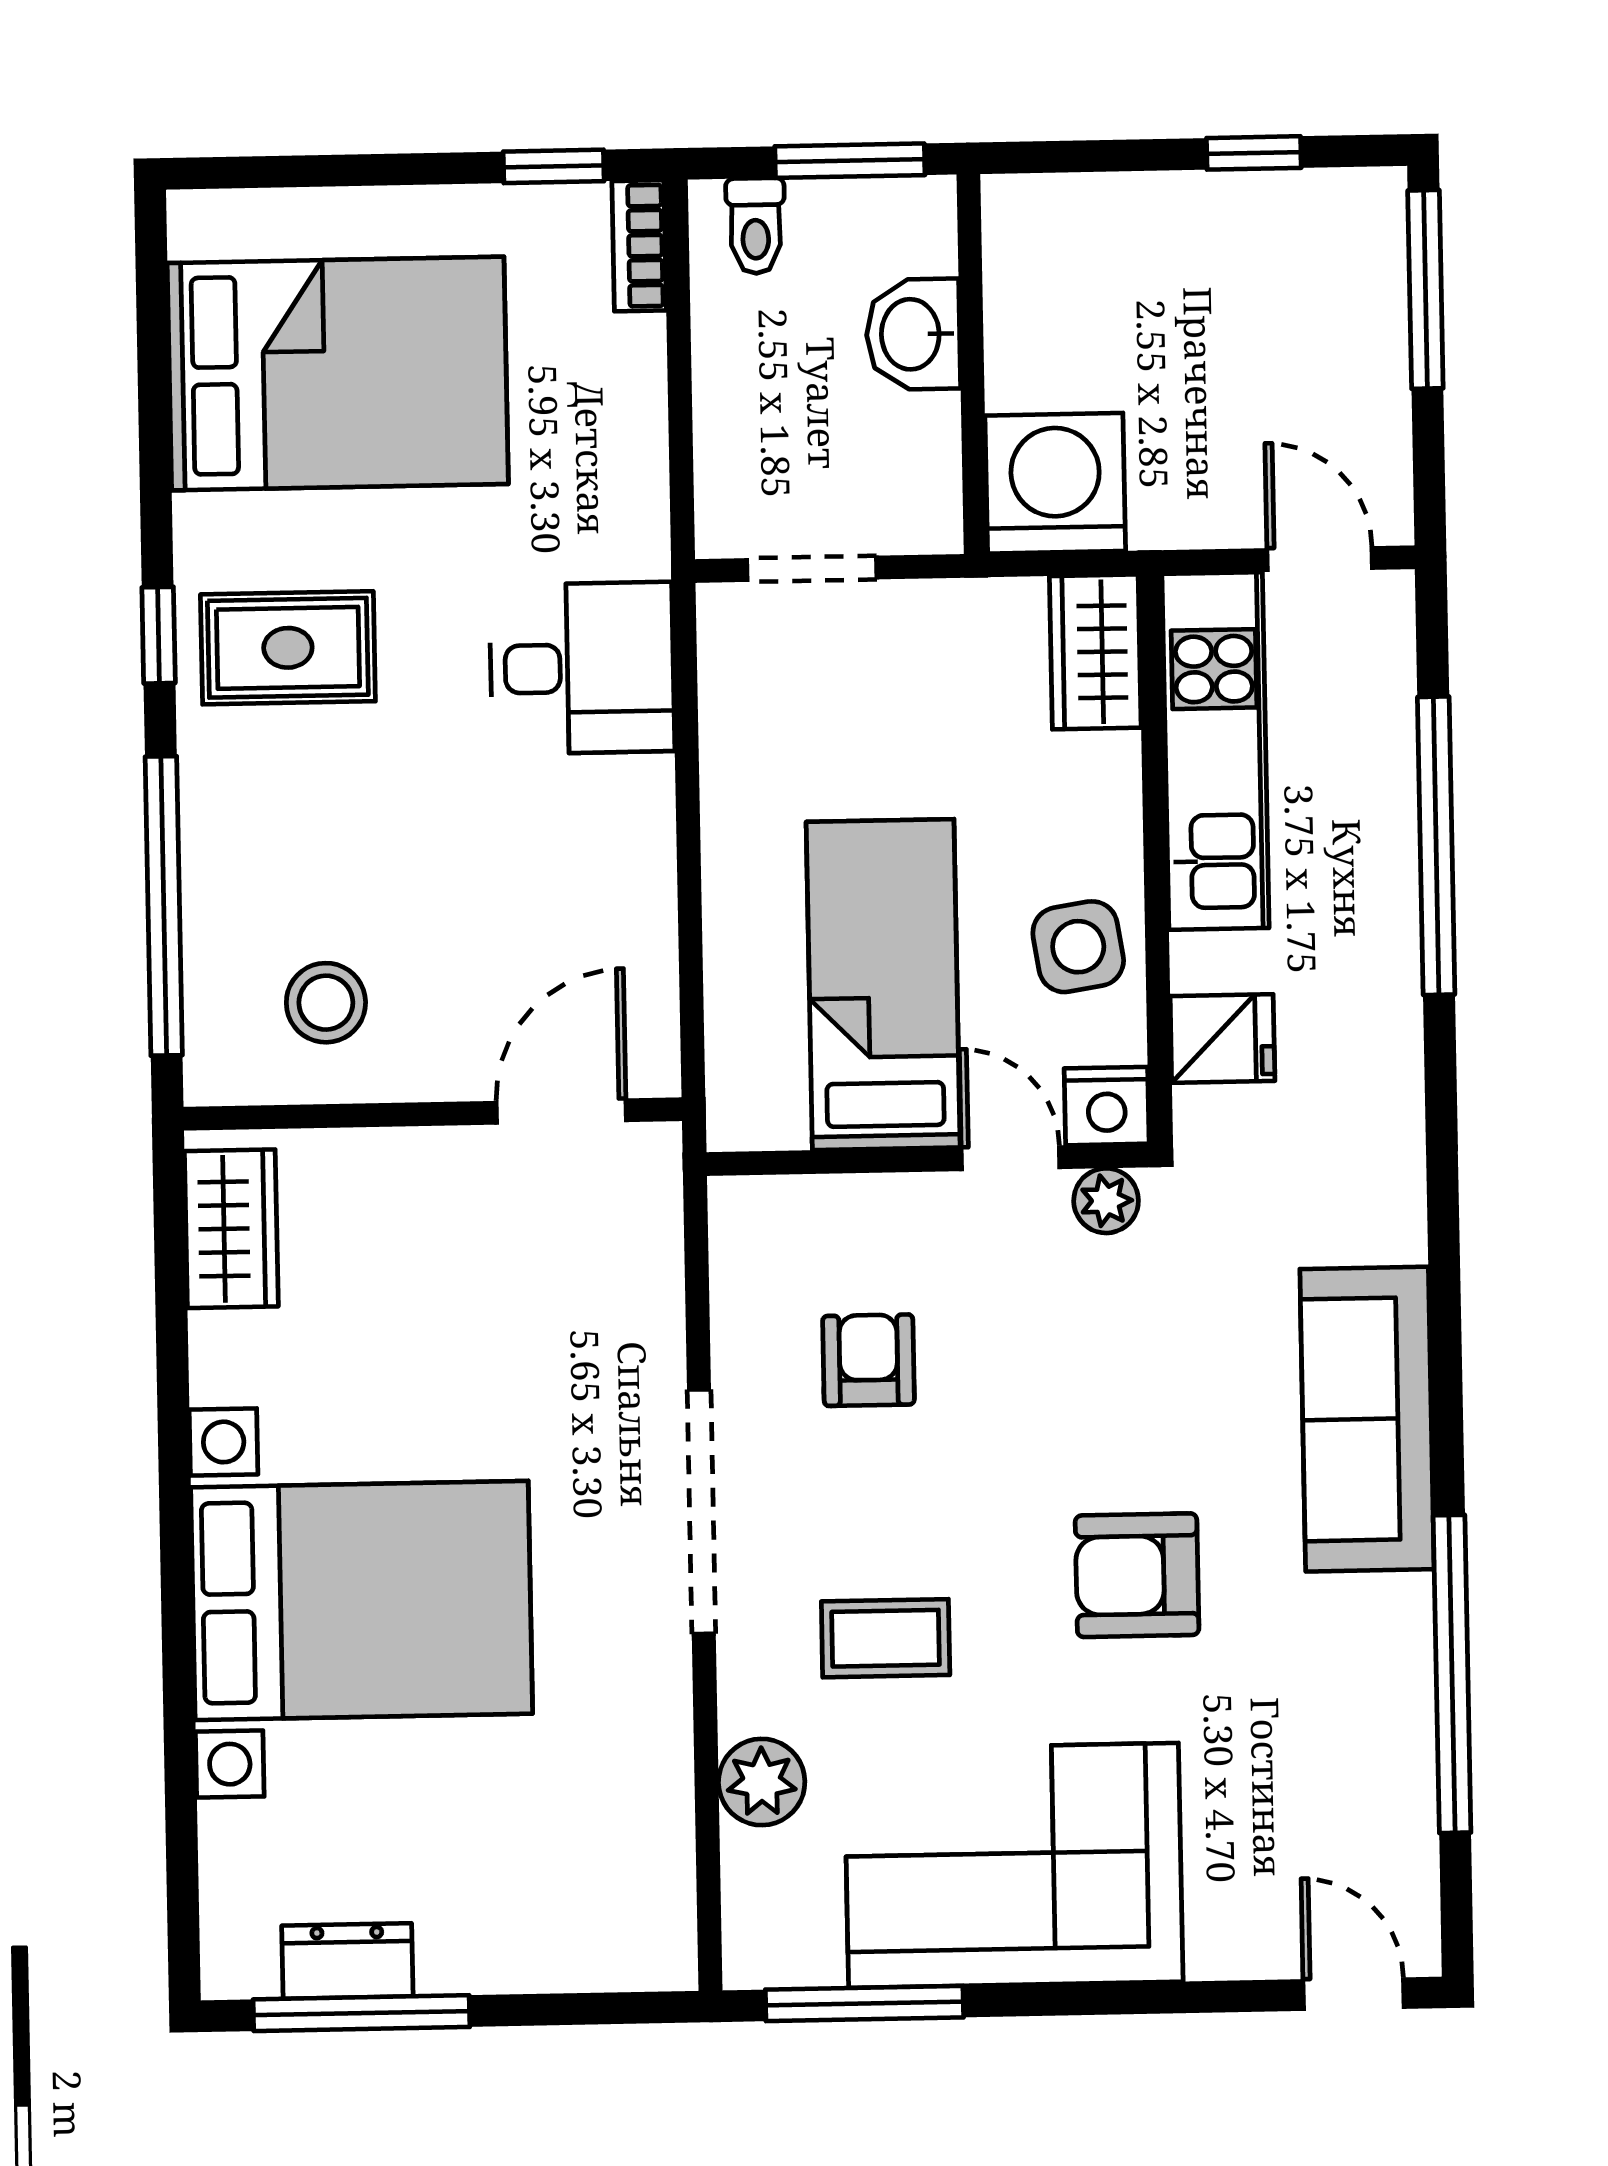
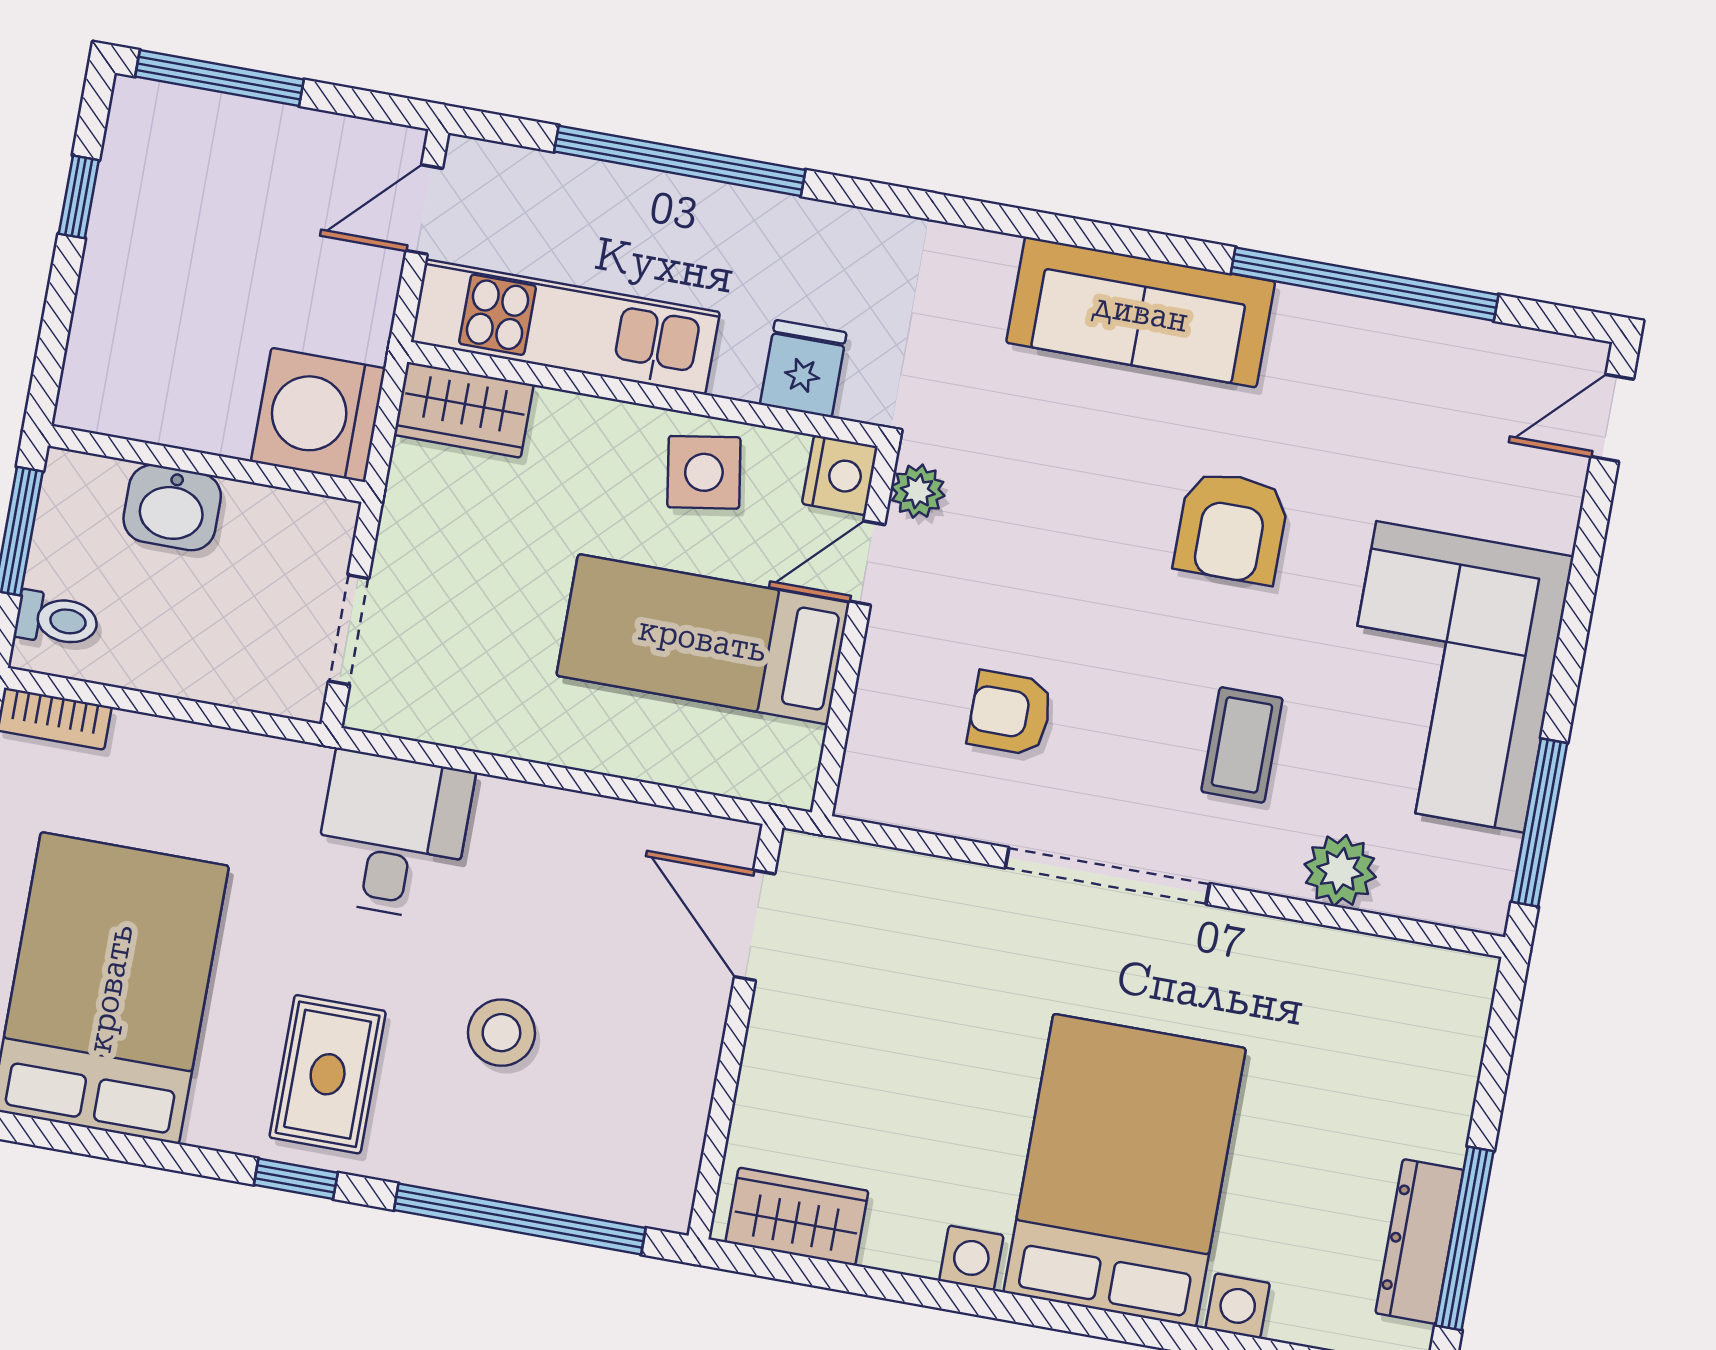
stool: (326, 1003) -> (501, 1033), moved
dresser: (347, 1961) -> (1419, 1241), width x1.44

